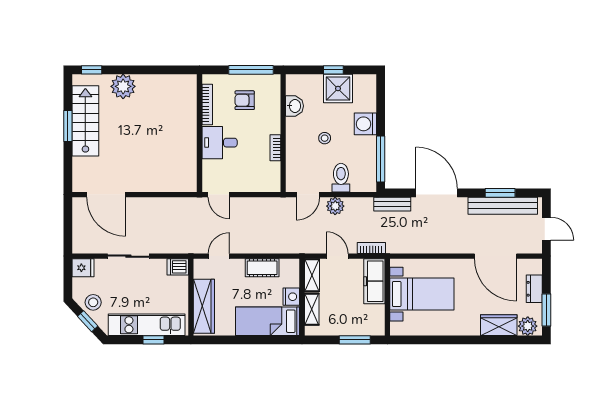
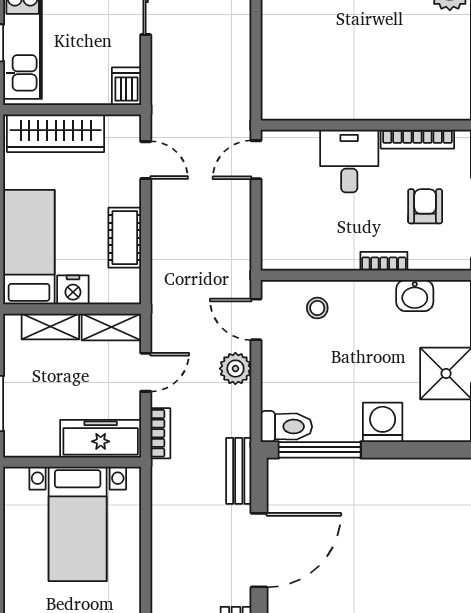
stool: (325, 138) -> (317, 308), moved
bookcase: (275, 148) -> (384, 261), moved
toilet: (341, 178) -> (286, 427), moved

